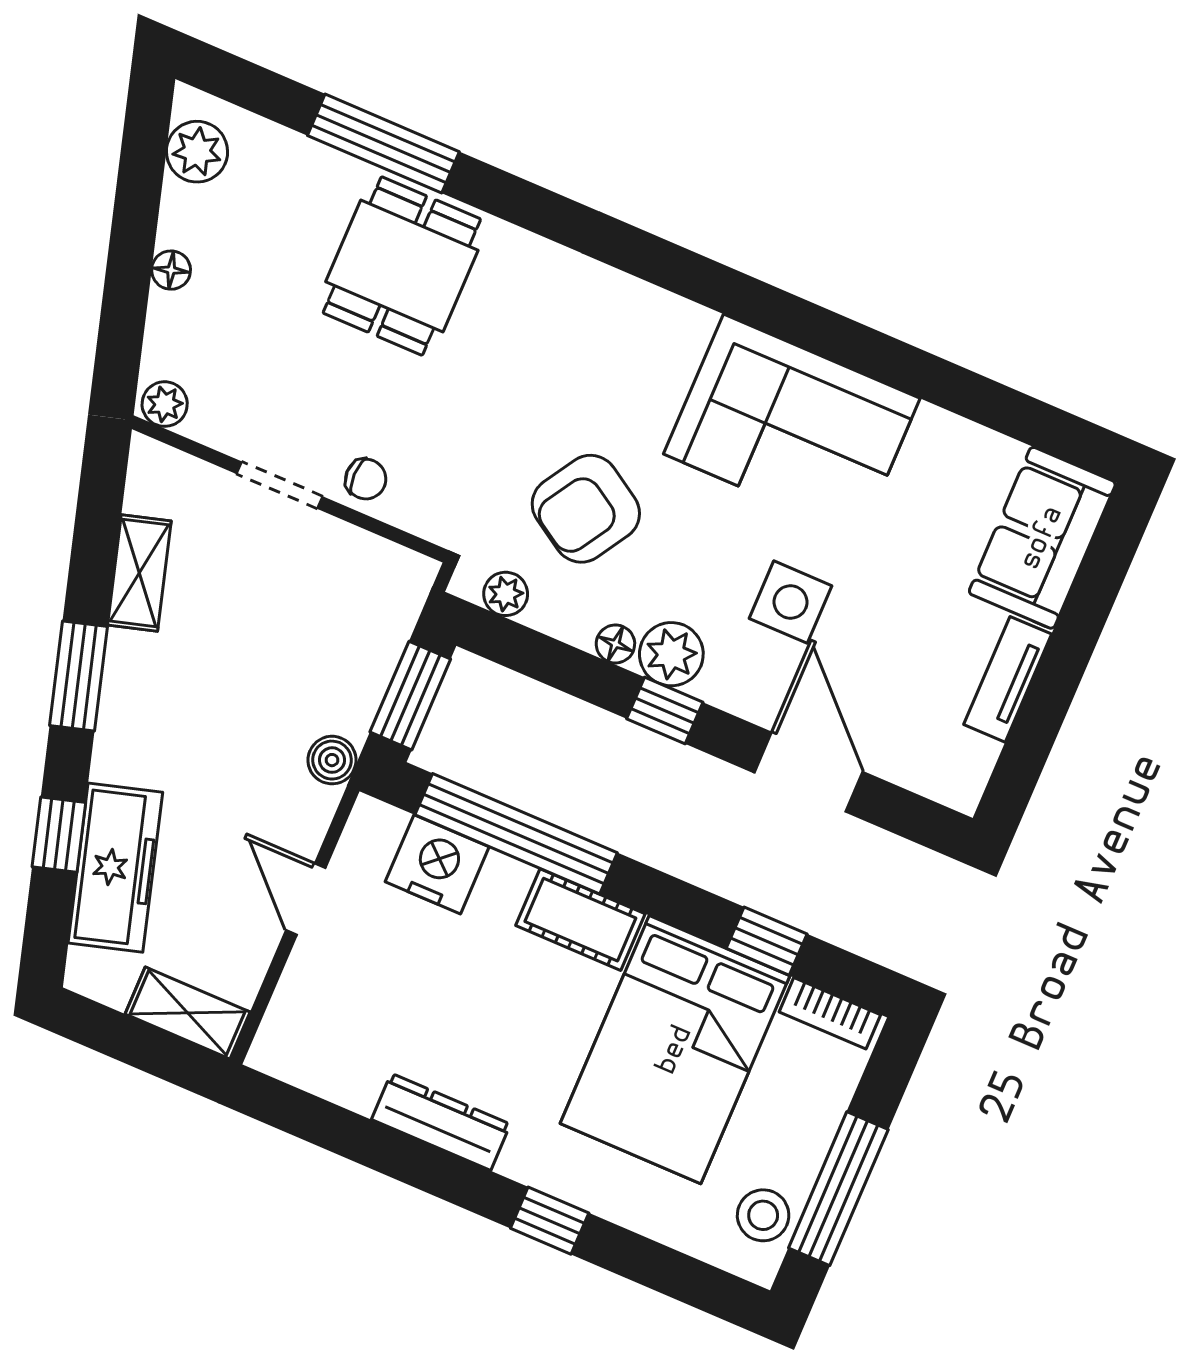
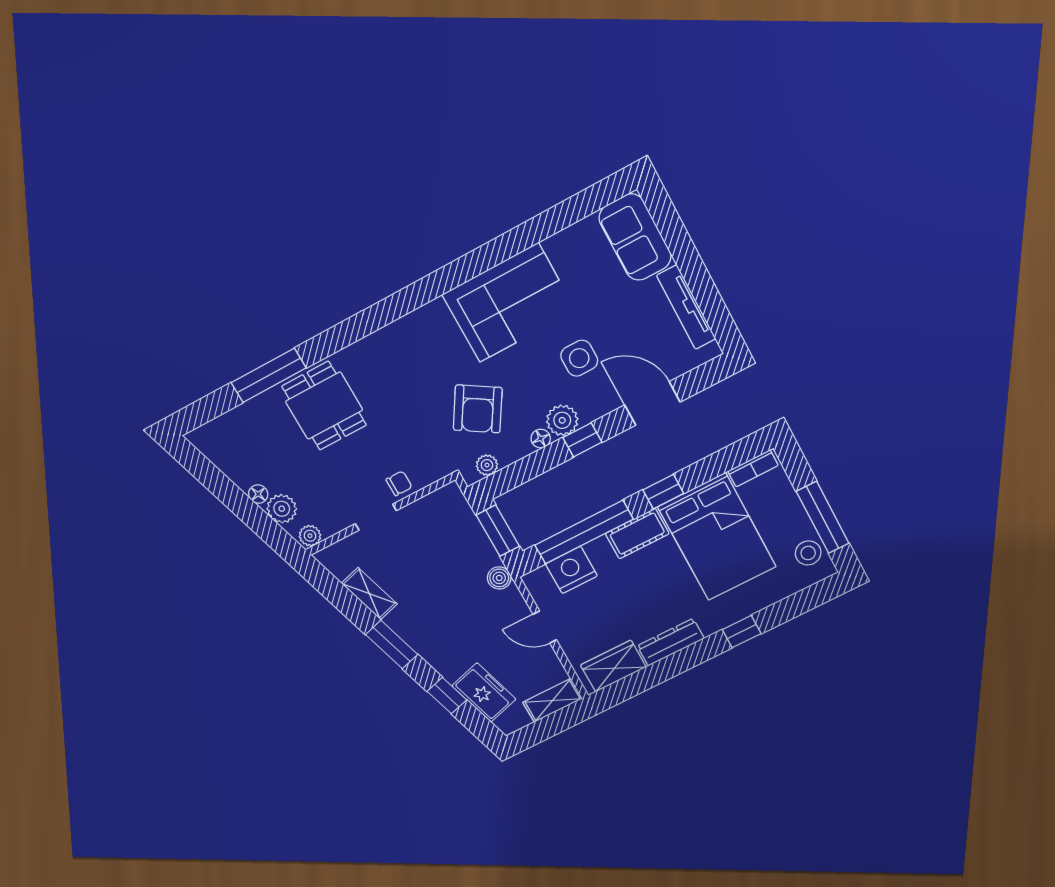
plant: (197, 152) -> (282, 509), moved
tv unit: (1008, 679) -> (686, 307), width x1.41
freezer: (115, 868) -> (484, 693), width x0.71
window: (767, 941) -> (663, 492), moved
wardrobe: (326, 1063) -> (613, 666), added

